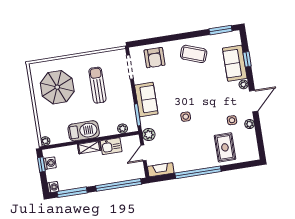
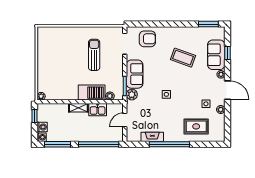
coffee table: (194, 54) -> (183, 58), moved
armchair: (155, 58) -> (147, 39), turned -90
parasol: (57, 87) -> (59, 51), removed
door: (254, 101) -> (227, 90), hinge flipped
barbecue: (84, 131) -> (92, 93), moved
plant: (149, 134) -> (132, 95), moved
rug: (225, 147) -> (196, 126), turned 90
washing machine: (50, 163) -> (42, 127), moved
fireplace: (161, 170) -> (152, 137), moved

